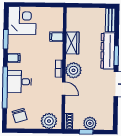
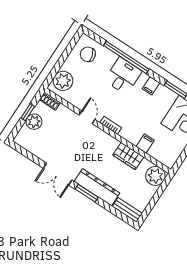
plant: (73, 70) -> (155, 176), moved
door: (64, 88) -> (87, 117), swing flipped

